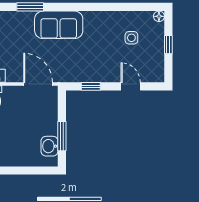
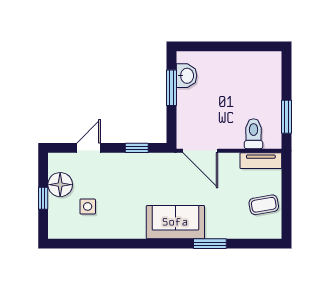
floor lamp: (159, 16) -> (60, 185), moved, width x1.89, depth x1.89
door: (131, 86) -> (89, 148), swing flipped

